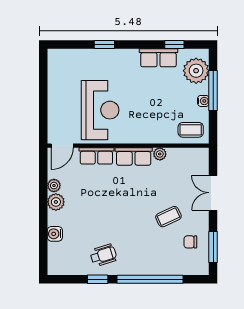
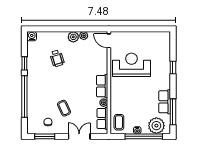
window: (174, 45) -> (173, 112), width x2.17
window: (213, 91) -> (144, 136), width x1.46
reception desk: (100, 110) -> (131, 65), turned 180
row of seats: (96, 156) -> (102, 118), moved
water cooler: (55, 234) -> (32, 36), moved
wheelchair: (103, 255) -> (57, 58), moved

